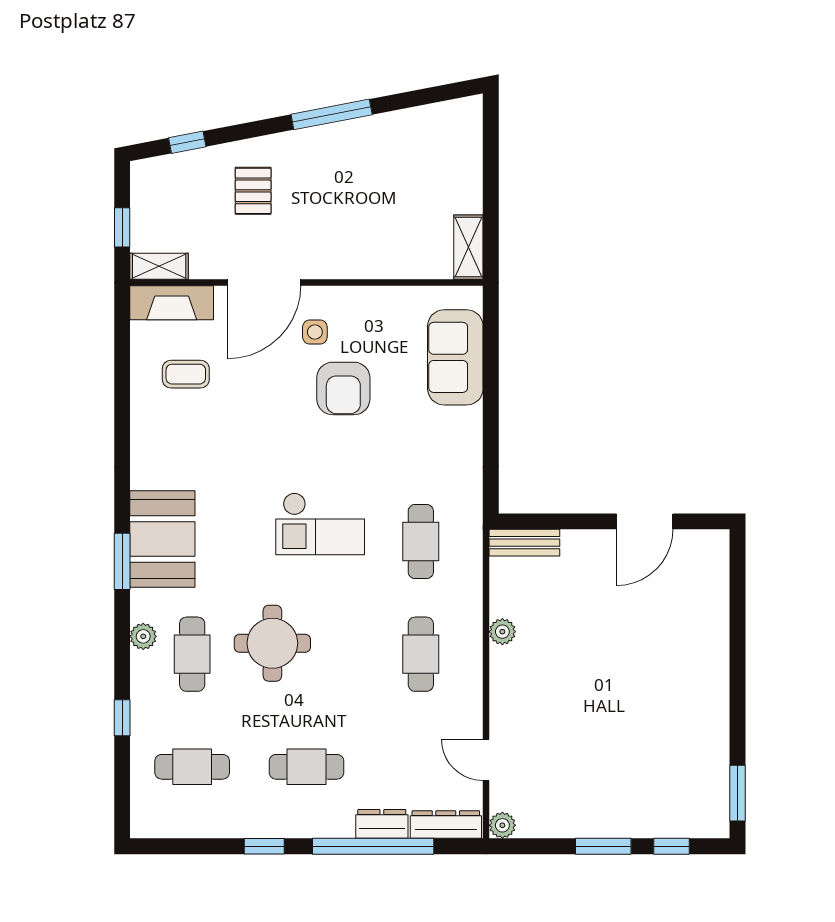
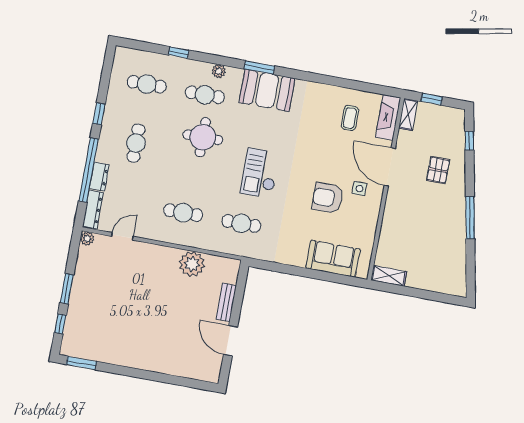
pallet: (253, 191) -> (438, 170), turned 90
bench: (524, 543) -> (226, 302), moved
plant: (502, 632) -> (192, 264), width x1.87, depth x1.87
cafe table: (192, 767) -> (147, 84), turned 90

